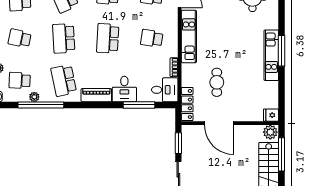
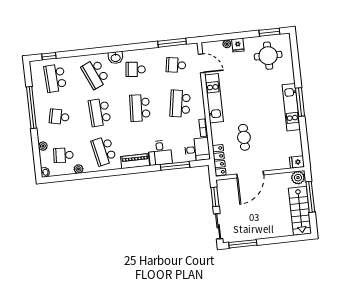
school desk: (152, 38) -> (180, 104), width x1.85
window: (41, 105) -> (85, 176), removed
door: (219, 123) -> (250, 175), hinge flipped

